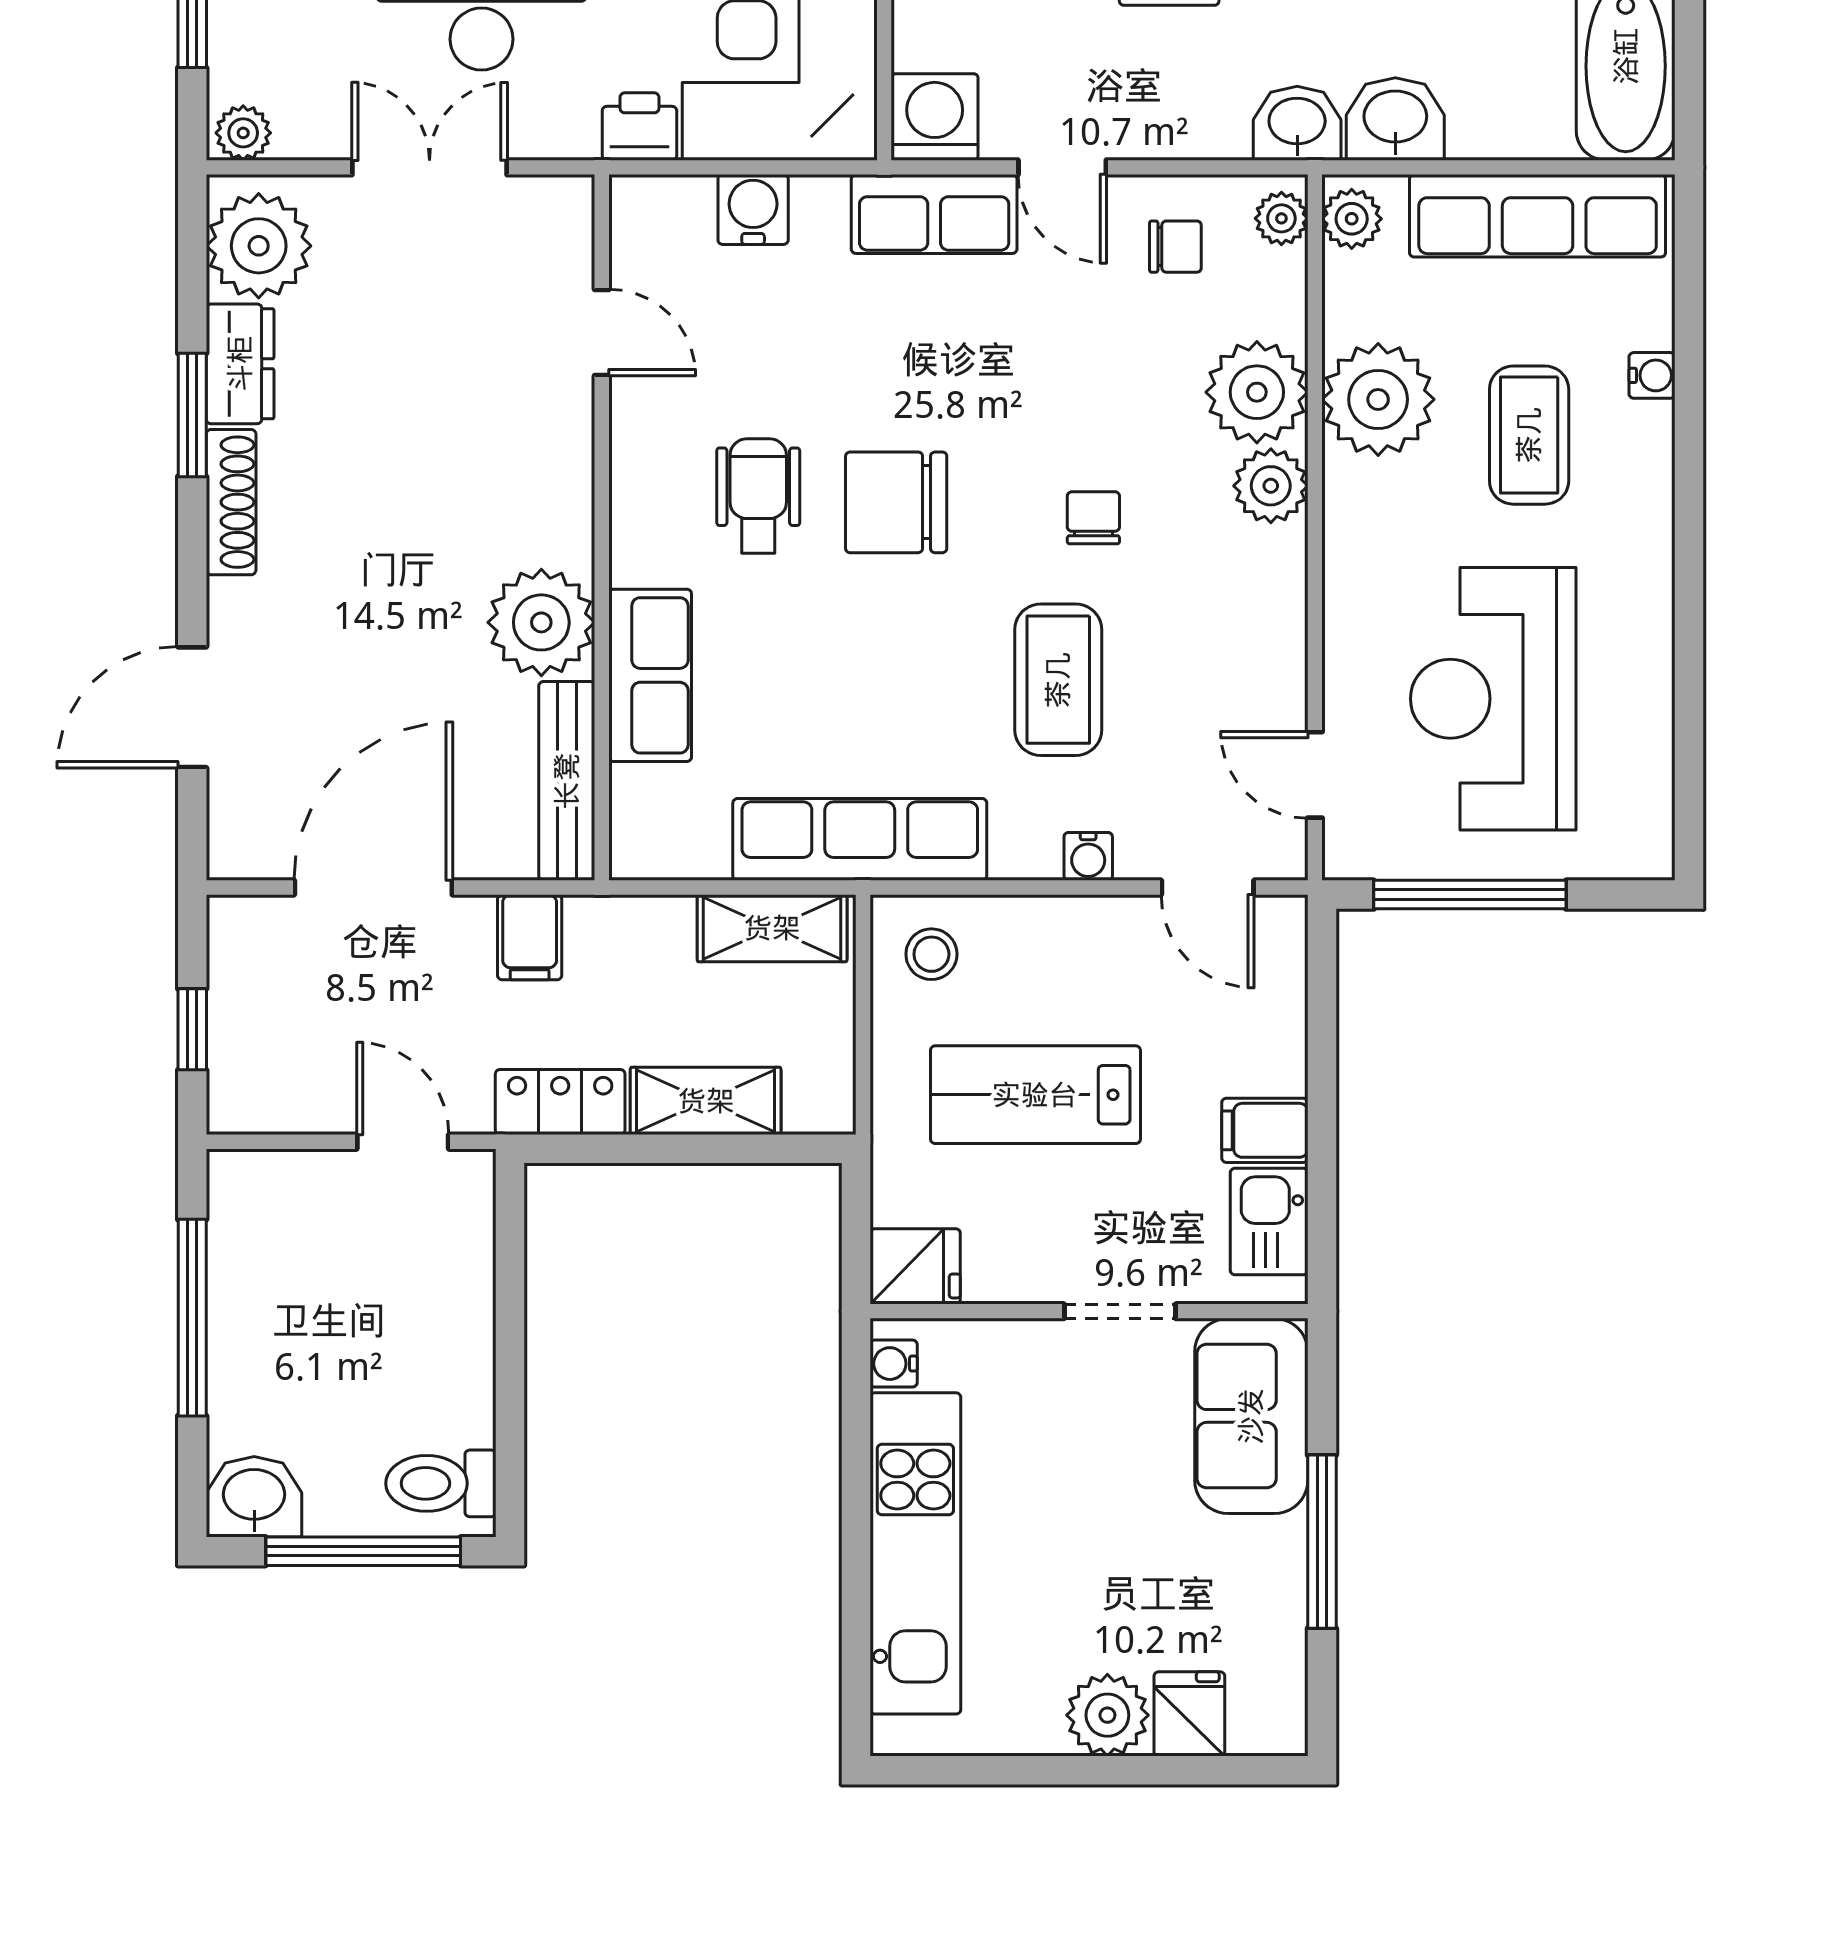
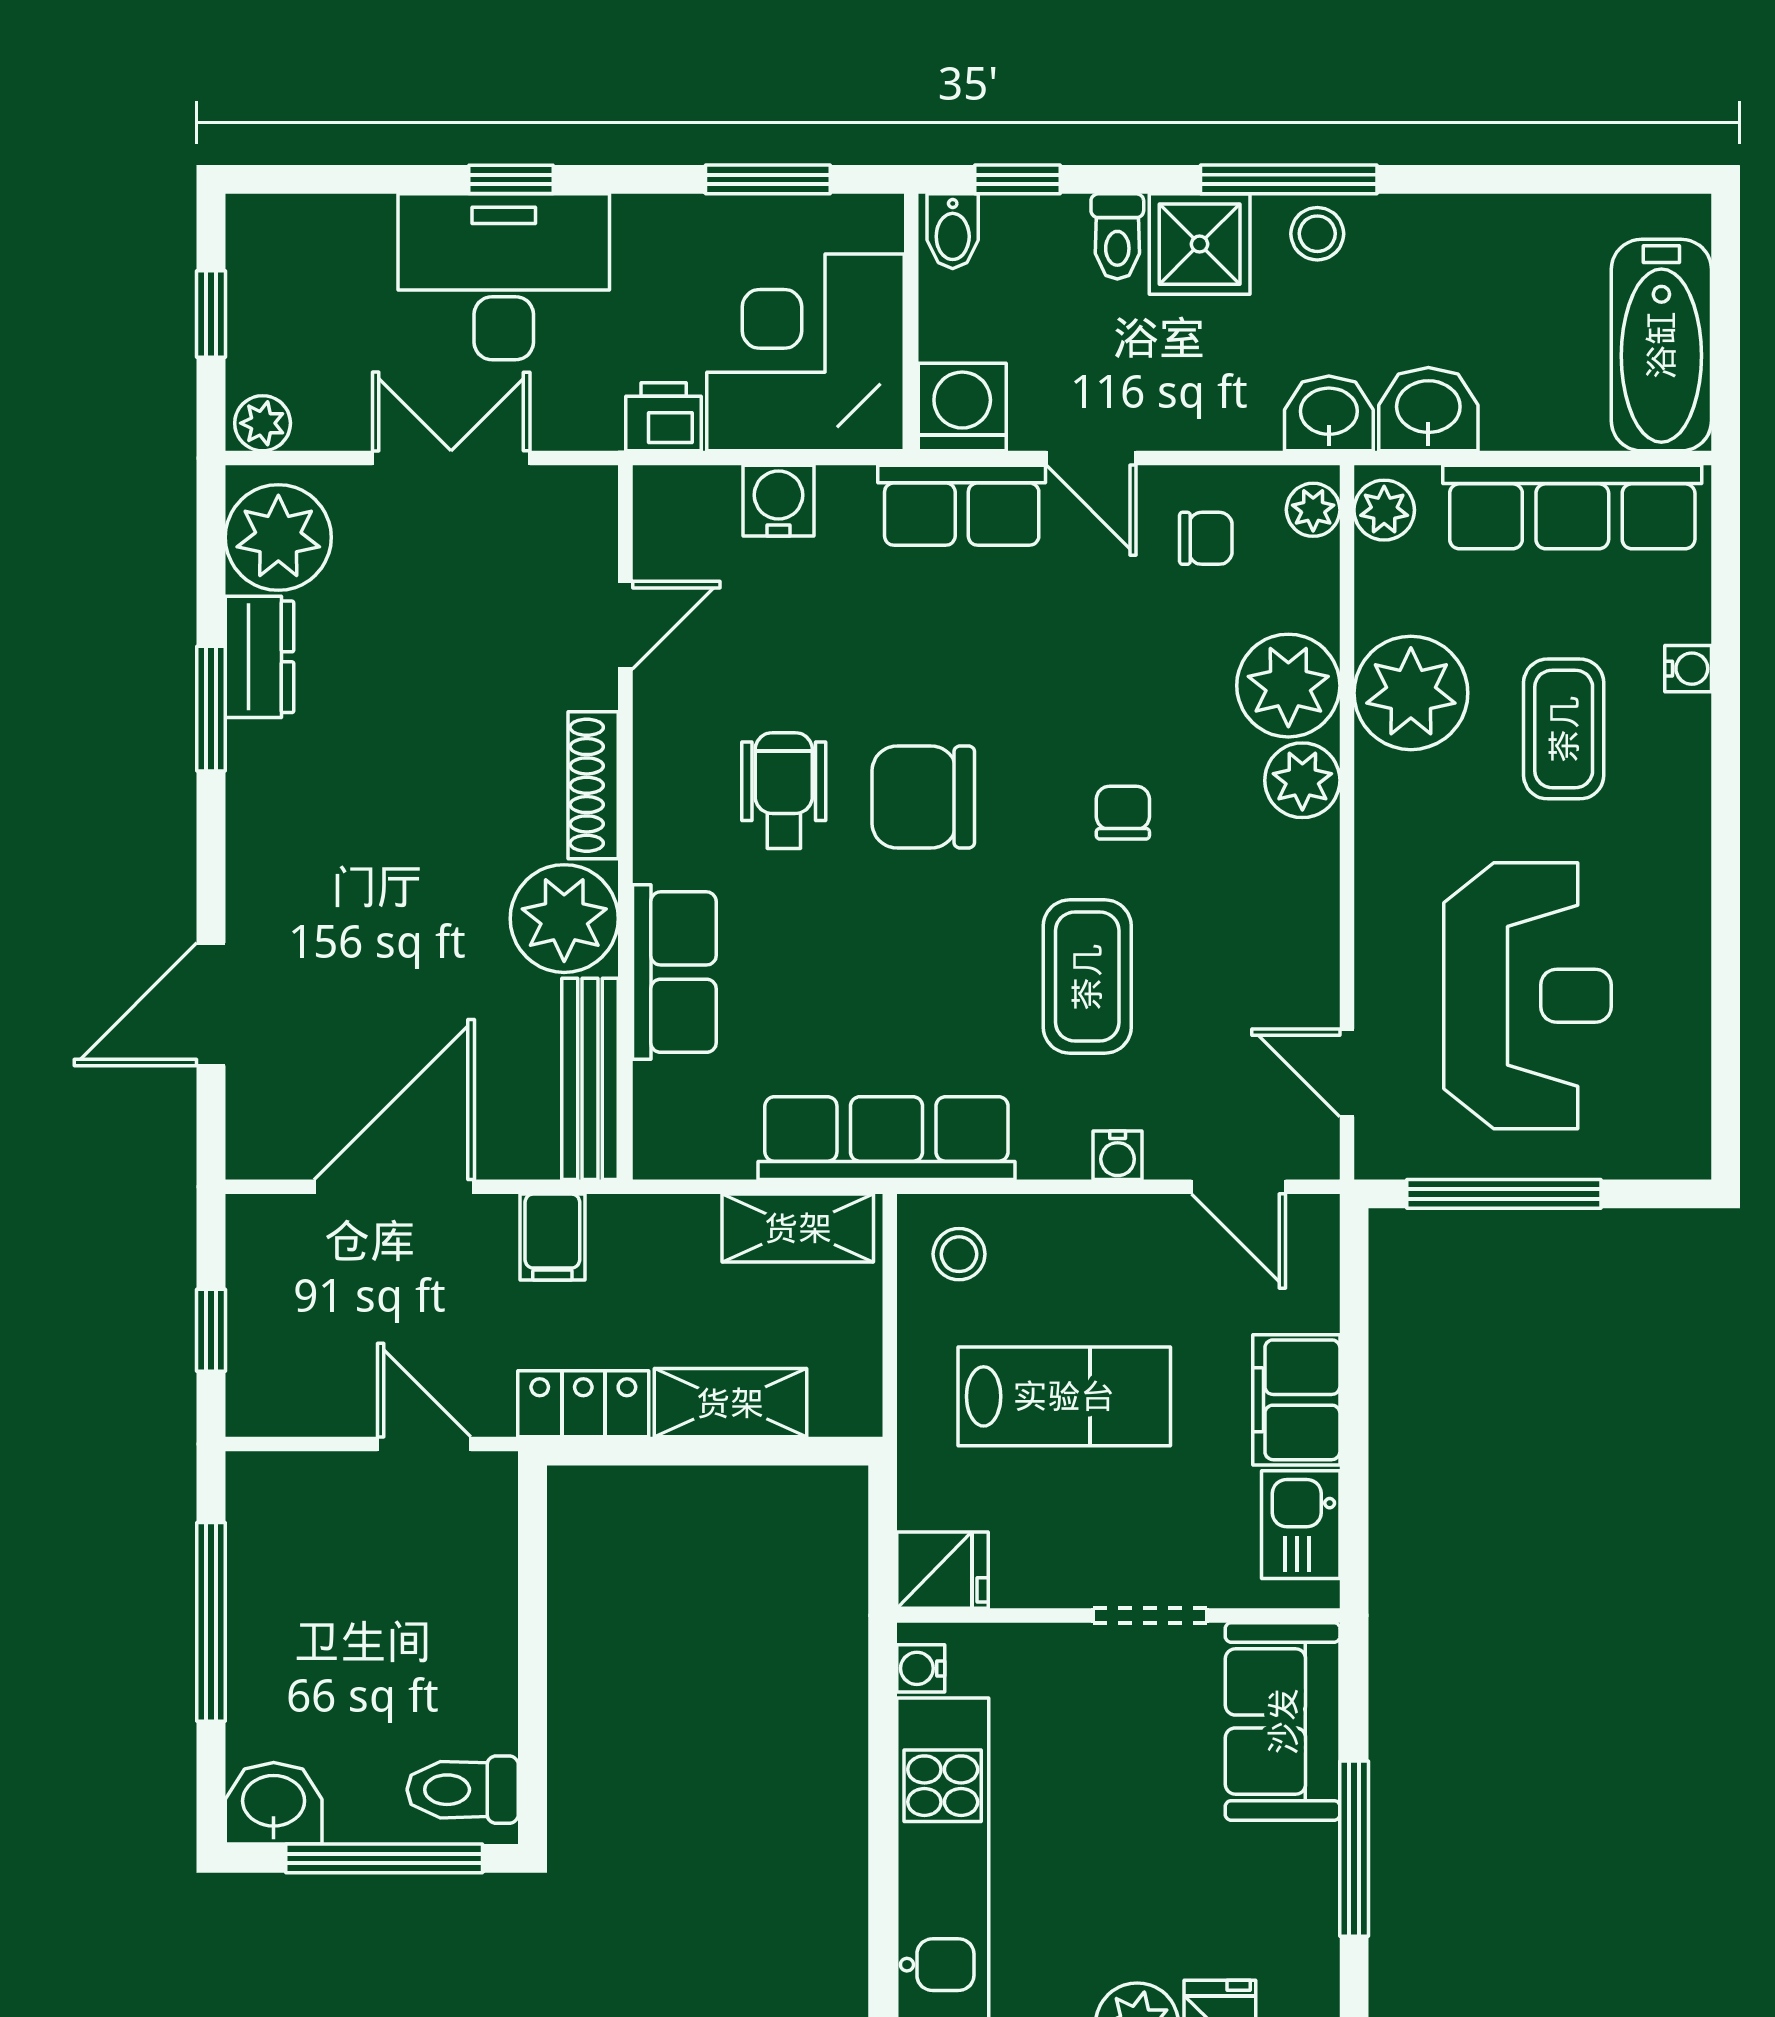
door: (602, 332) -> (625, 625), hinge flipped
shoe rack: (231, 502) -> (593, 785), moved, turned 180
reception desk: (1493, 699) -> (1527, 996), turned 180
lab bench: (1035, 1095) -> (1064, 1396), turned 180
filing cabinet: (1265, 1130) -> (1296, 1400), width x2.00

